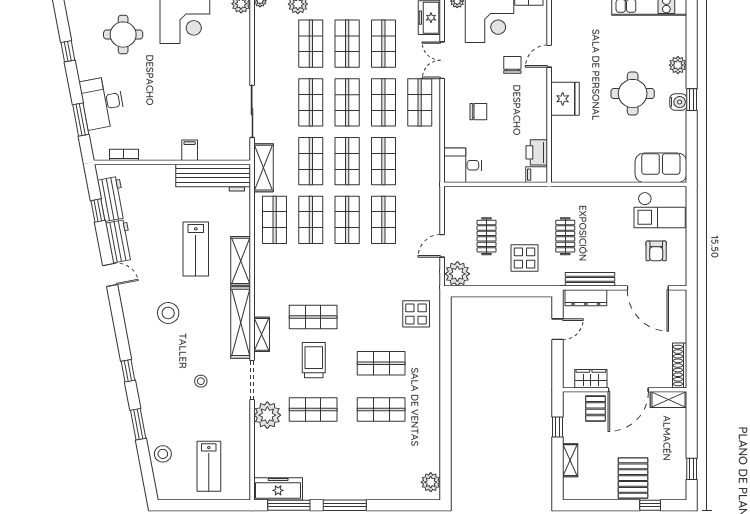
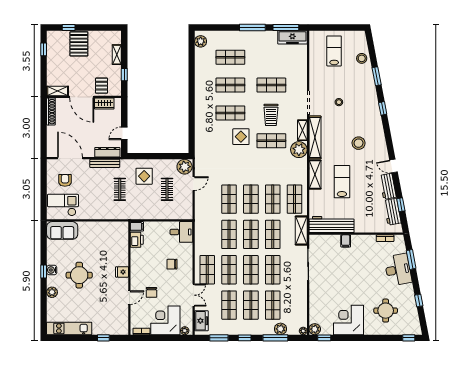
fridge: (565, 99) -> (122, 272), width x0.53, depth x0.75
display table: (416, 314) -> (241, 137), moved
door: (628, 390) -> (82, 97), swing flipped
plant: (267, 415) -> (299, 150), moved
shop shelf: (381, 456) -> (230, 57), added

